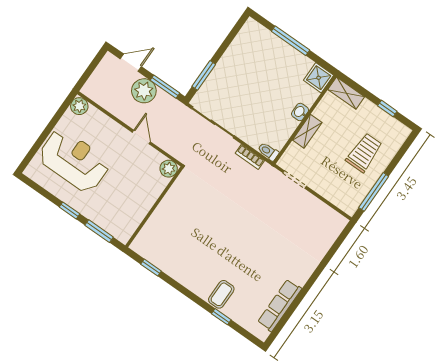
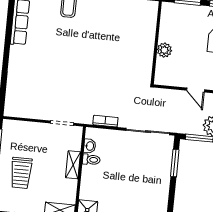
washbasin: (300, 112) -> (90, 146), moved
toilet: (268, 152) -> (91, 160), moved
plant: (169, 169) -> (164, 50), moved

